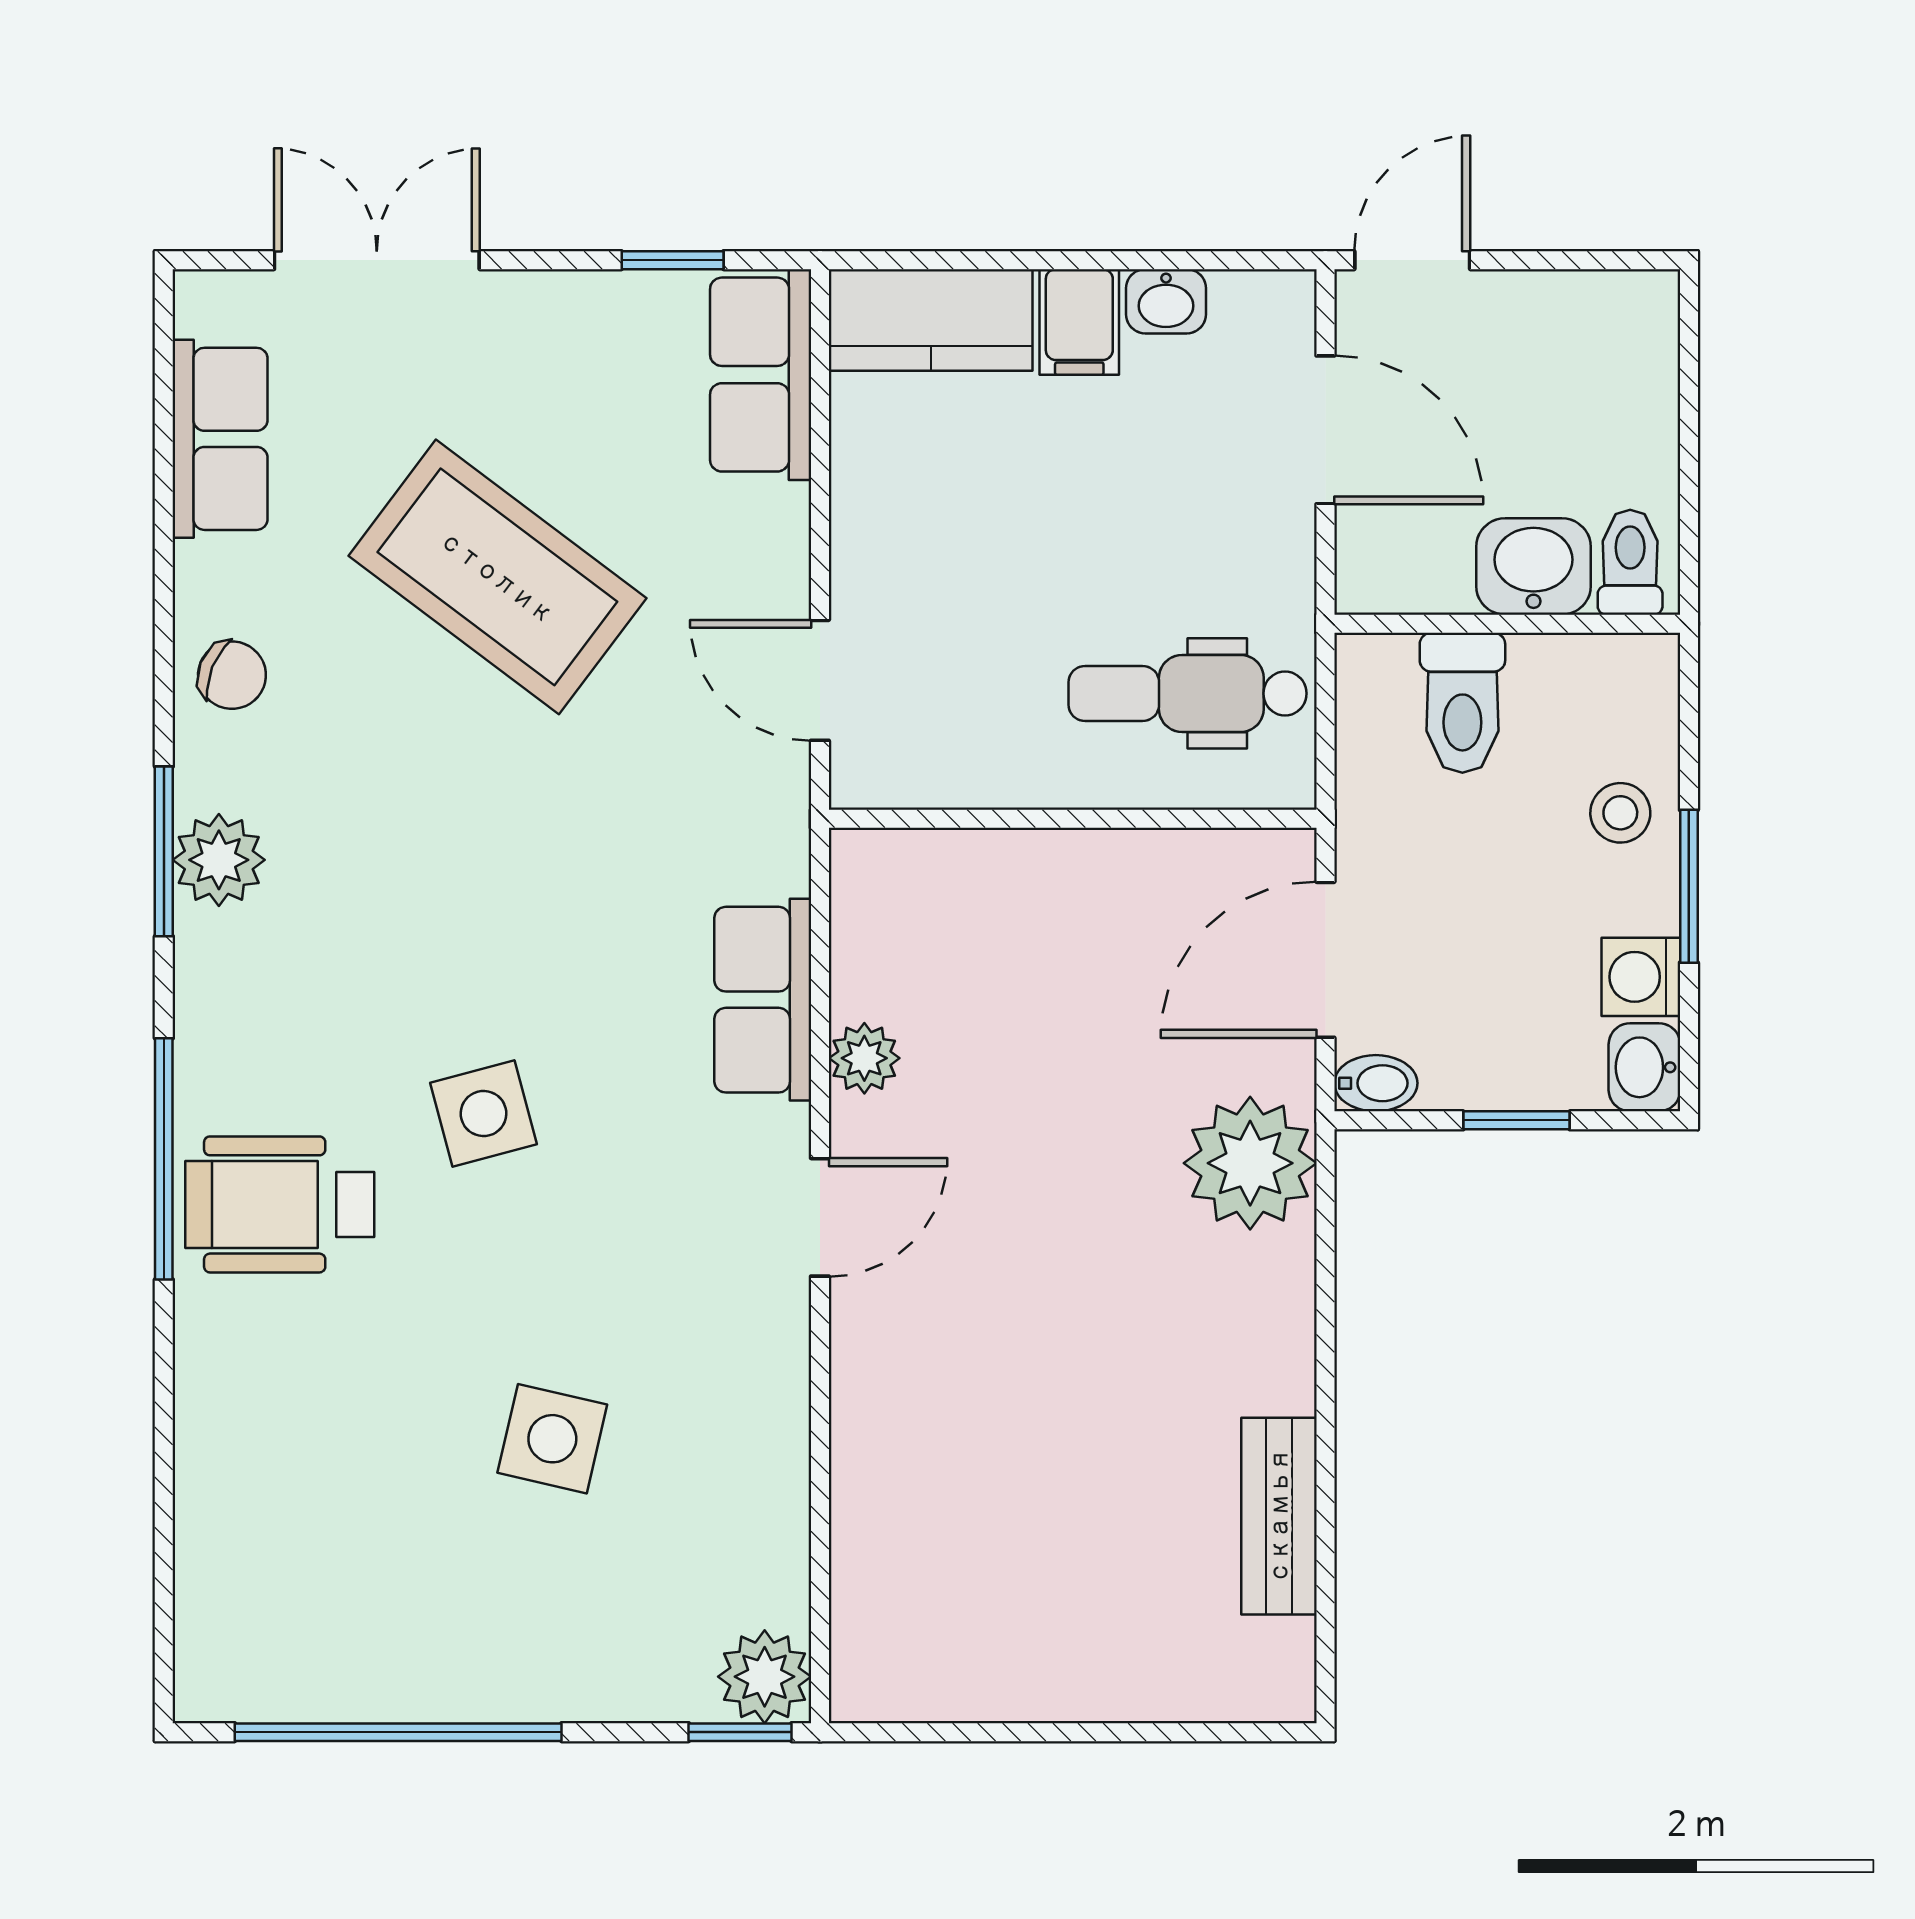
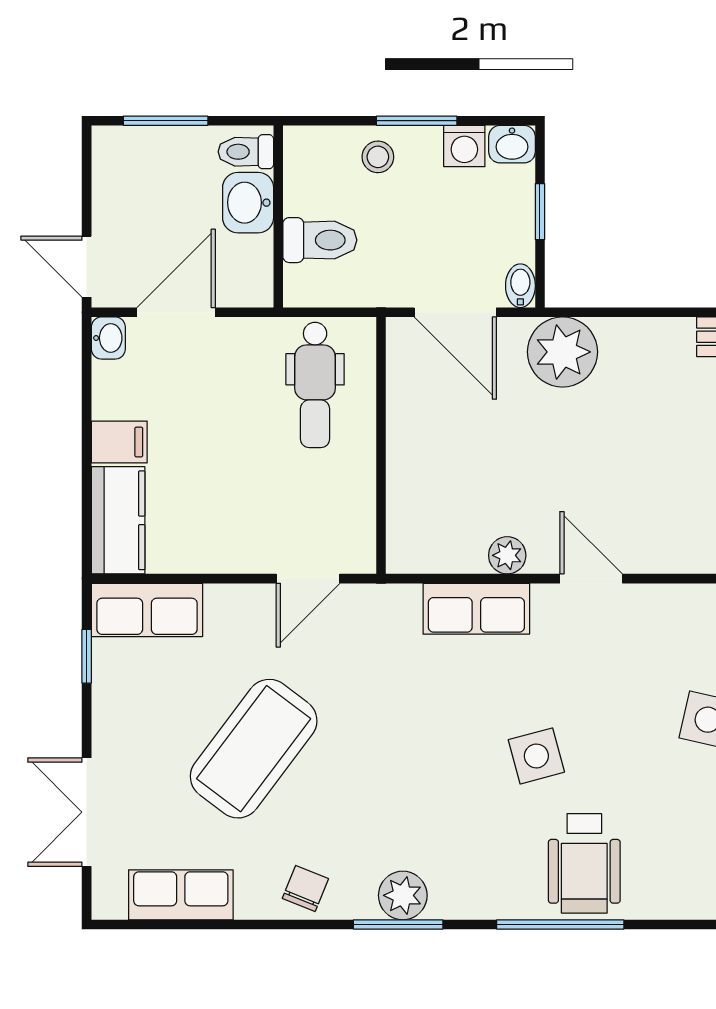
washbasin: (1166, 301) -> (108, 338), moved
window: (1689, 410) -> (166, 121), added

